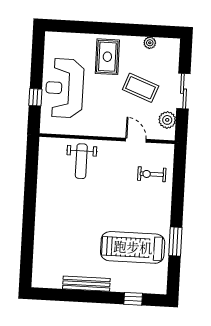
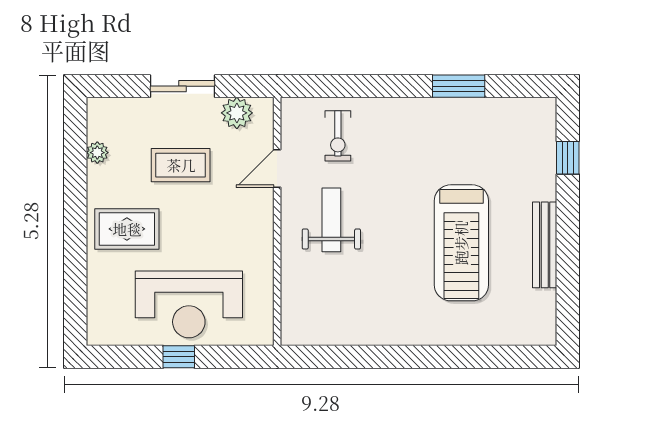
coffee table: (141, 88) -> (181, 165), turned 69
window: (35, 97) -> (179, 357), moved
weight bench: (81, 161) -> (331, 220), moved, turned -90
treadmill: (133, 247) -> (461, 243), moved

